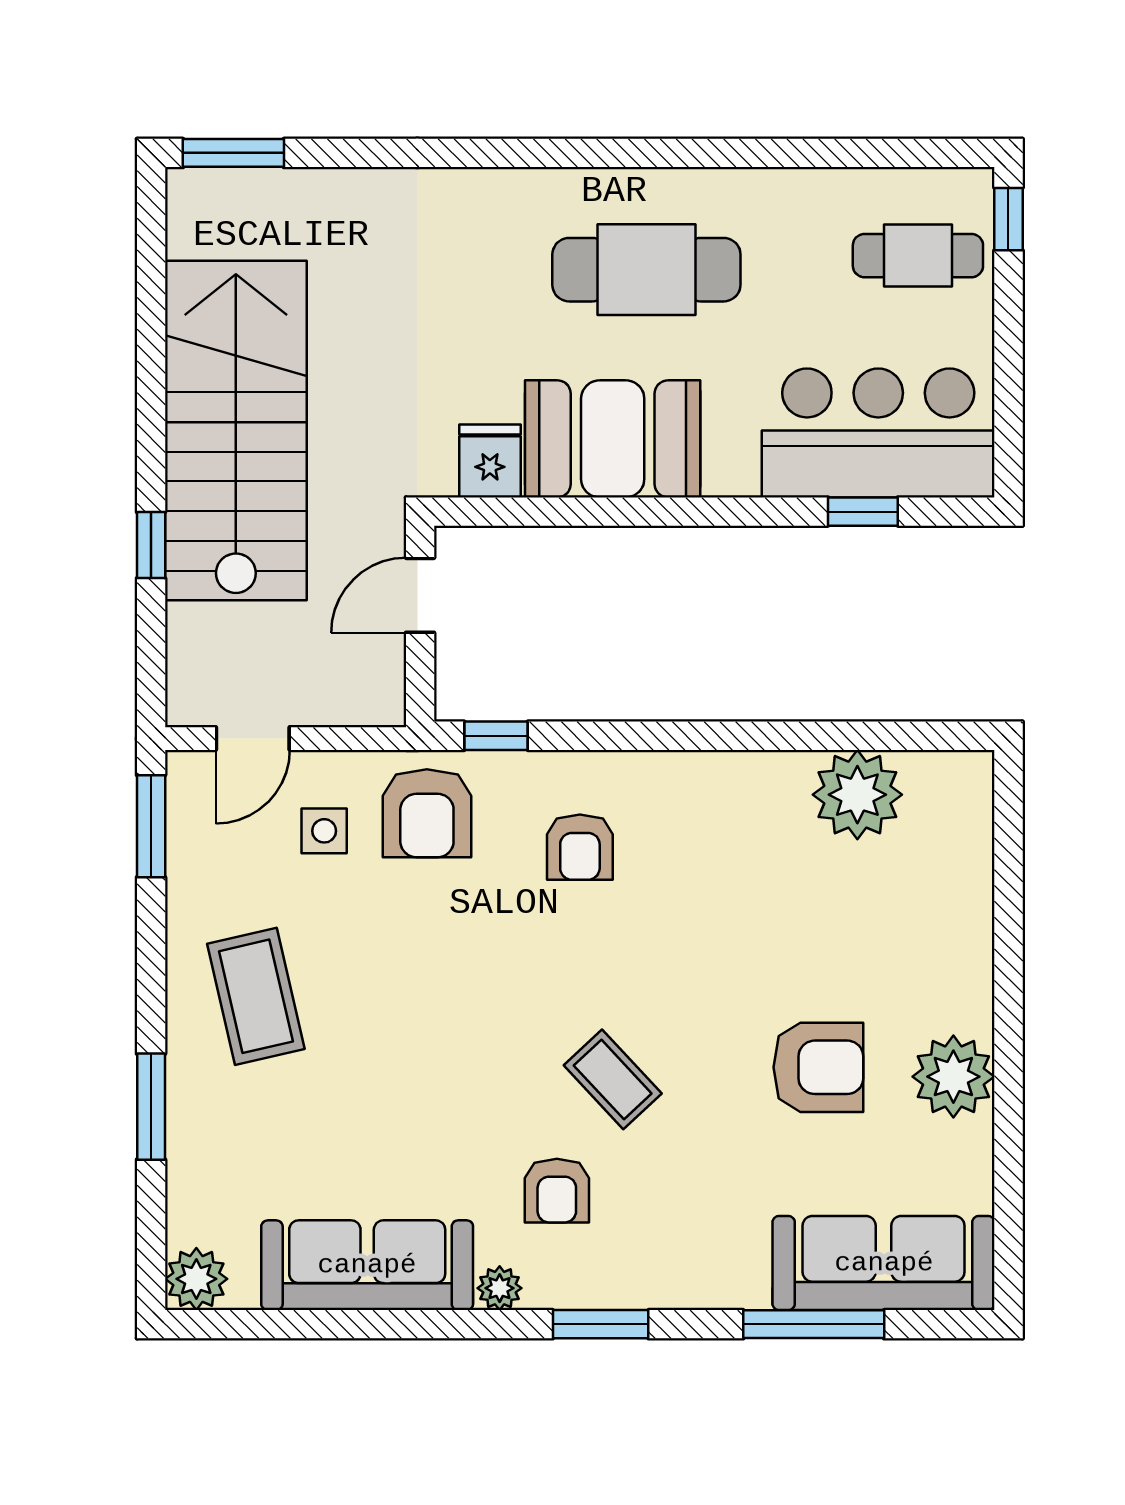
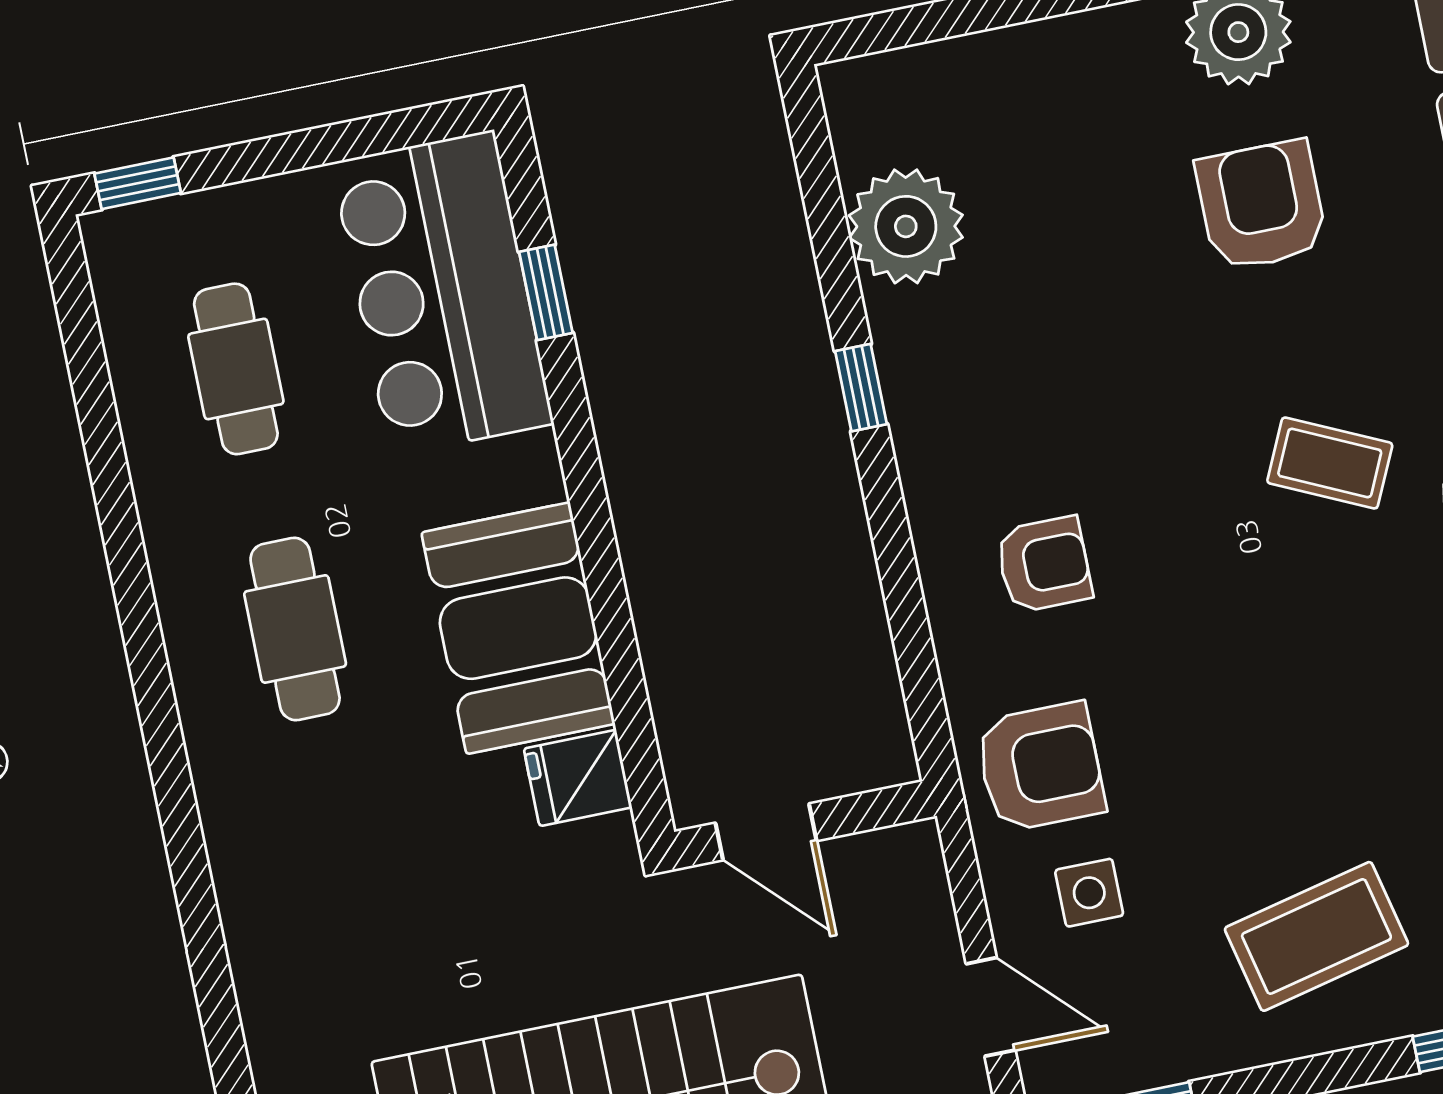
cafe table: (918, 256) -> (236, 369), moved
cafe table: (646, 270) -> (295, 629), width x0.73, depth x0.74
window: (496, 736) -> (861, 388), moved
coffee table: (613, 1079) -> (1330, 463), turned 68

